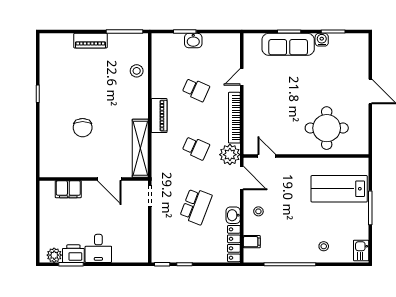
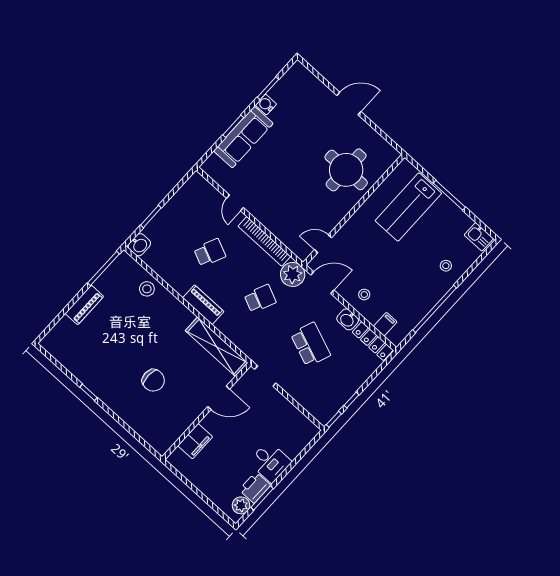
washbasin: (193, 41) -> (139, 245), moved

